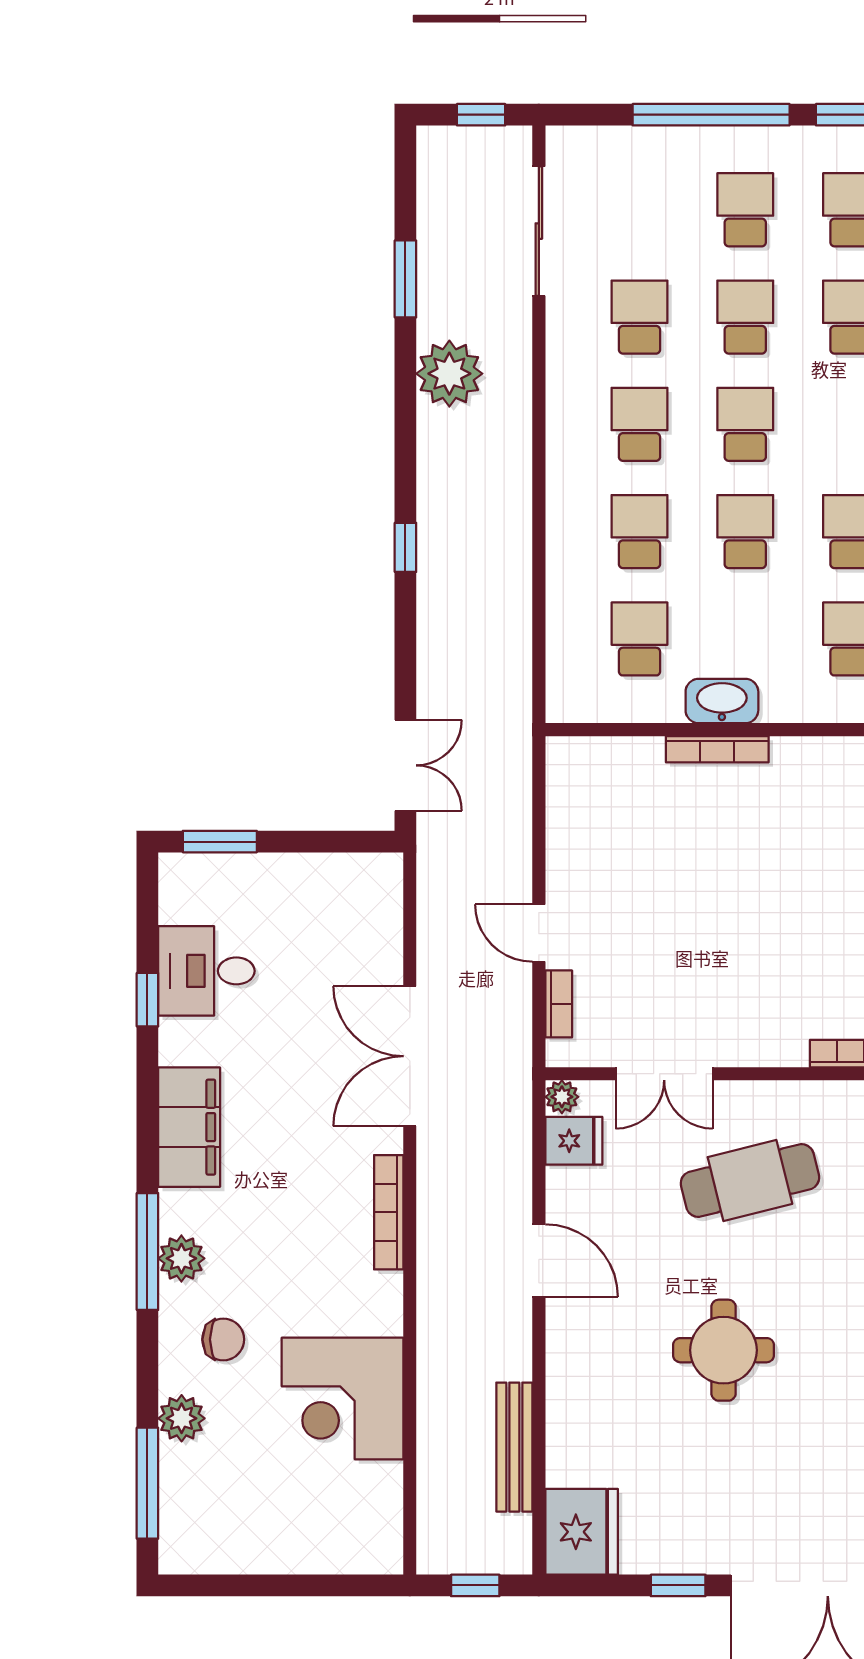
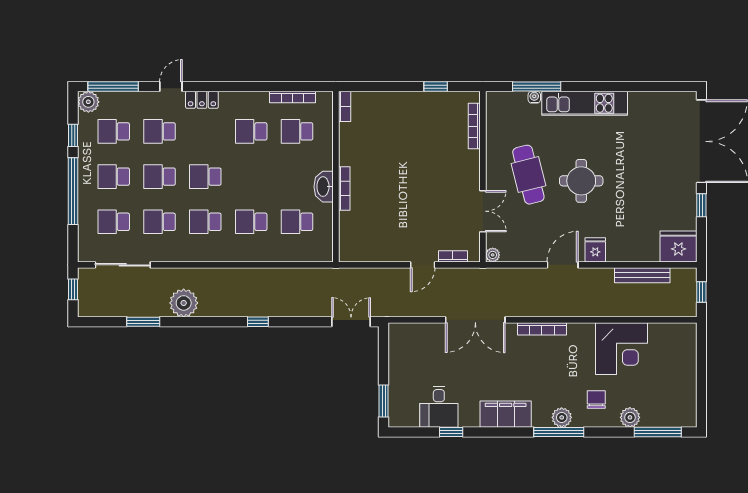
school desk: (745, 532) -> (114, 222), moved
fridge: (574, 1141) -> (595, 250), moved
round table: (724, 1350) -> (581, 181), moved

